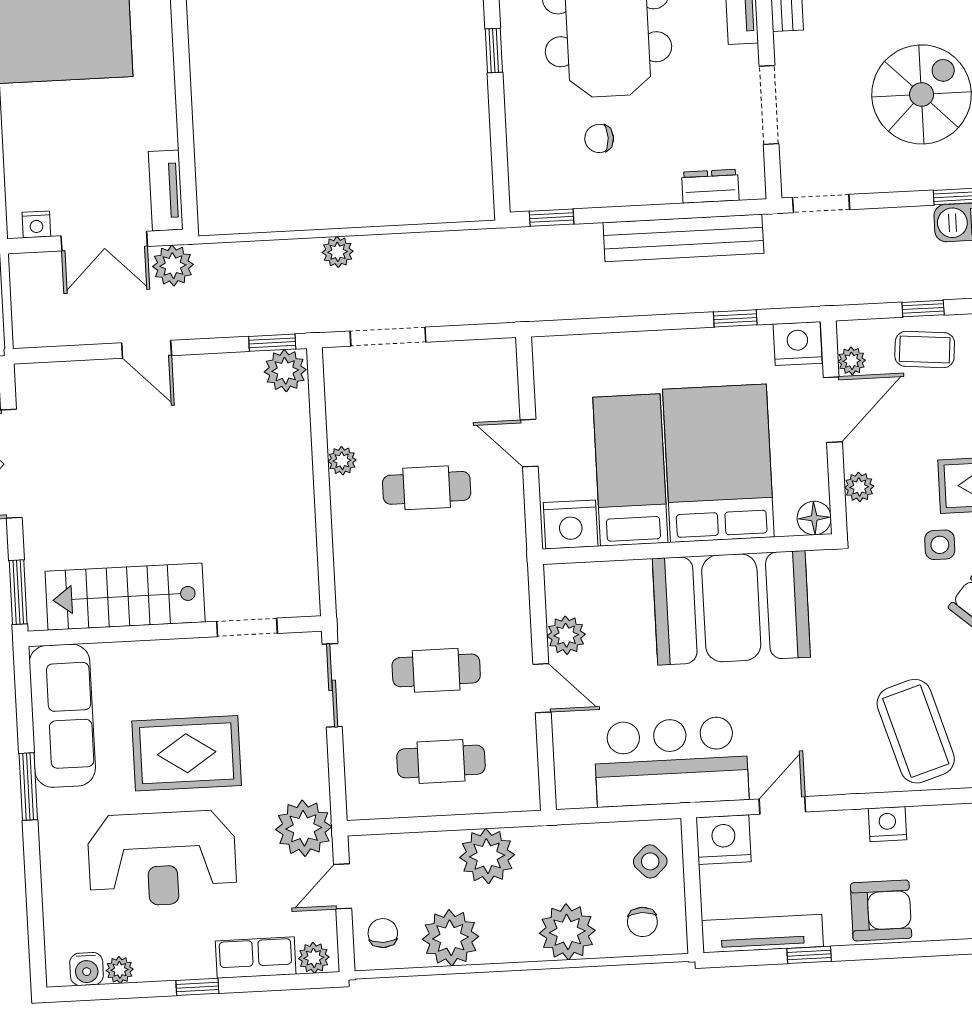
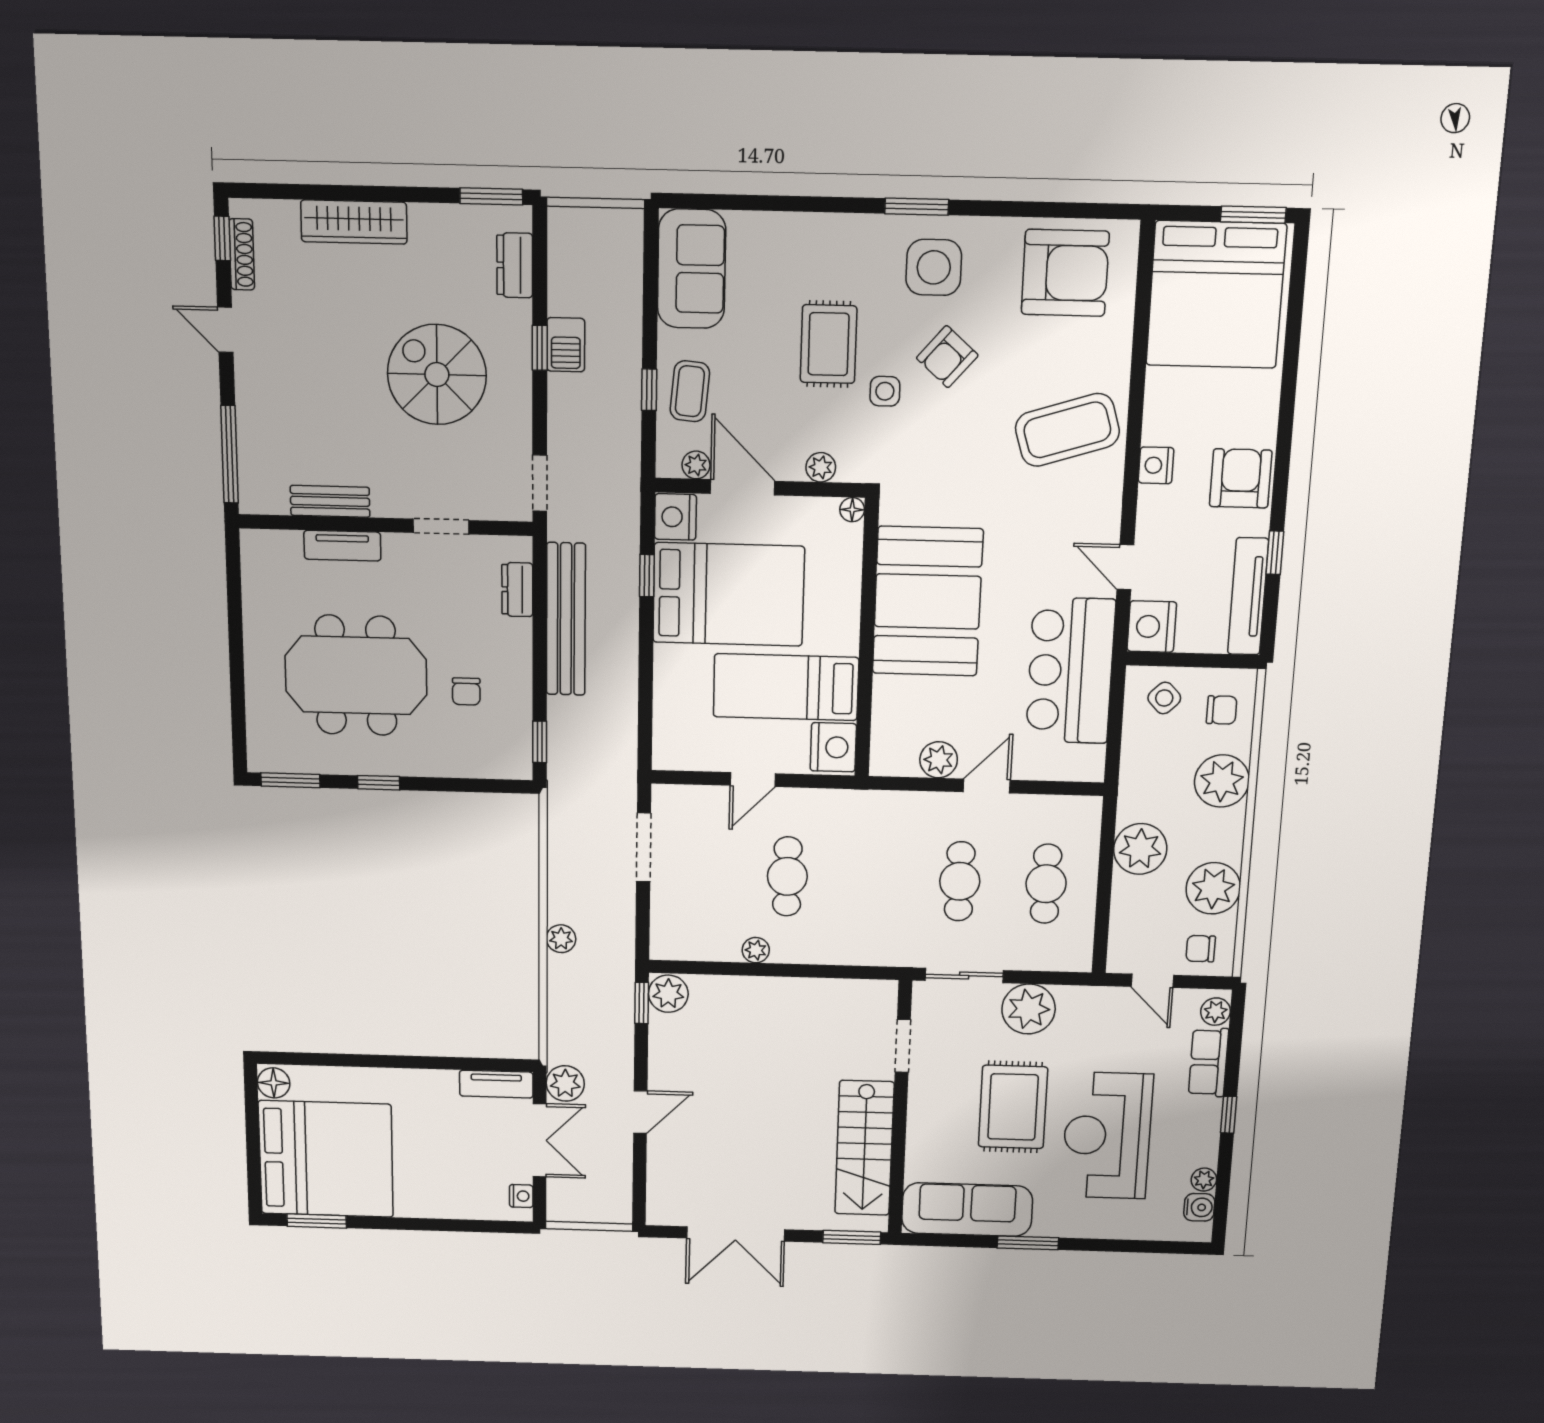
doorway: (769, 105) -> (441, 526), width x0.73
doorway: (388, 337) -> (644, 847), moved
bed: (718, 463) -> (728, 594), moved, turned 180
floor lamp: (814, 518) -> (852, 510), width x0.73, depth x0.73
plant: (304, 828) -> (1029, 1009), moved
reception desk: (162, 859) -> (1107, 1136), turned 180

